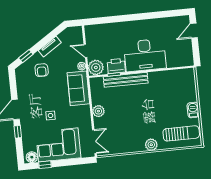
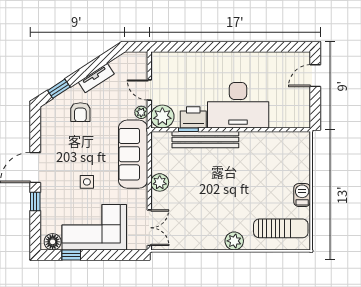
sofa: (78, 88) -> (133, 154), width x1.36

